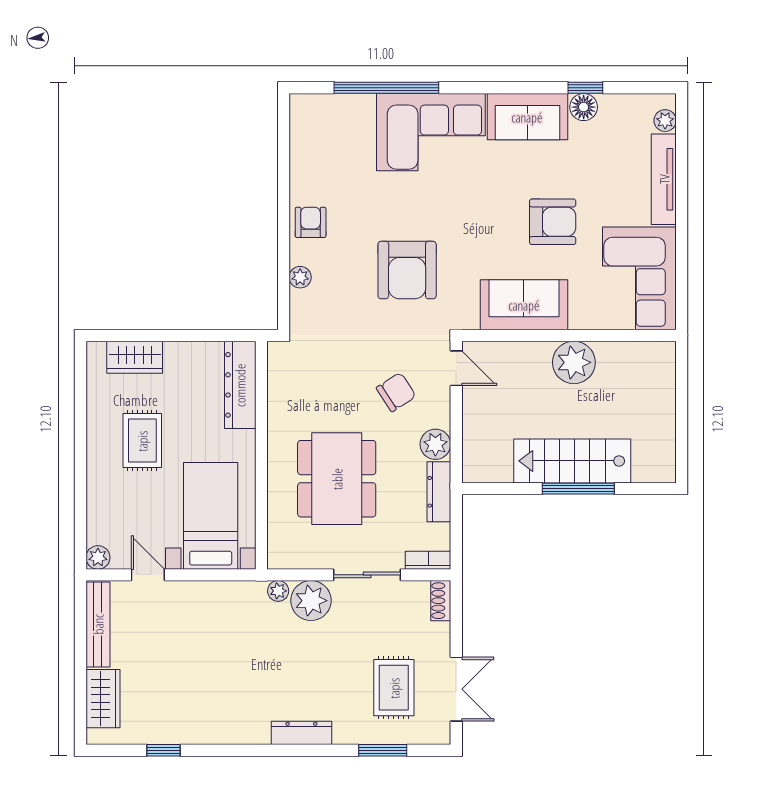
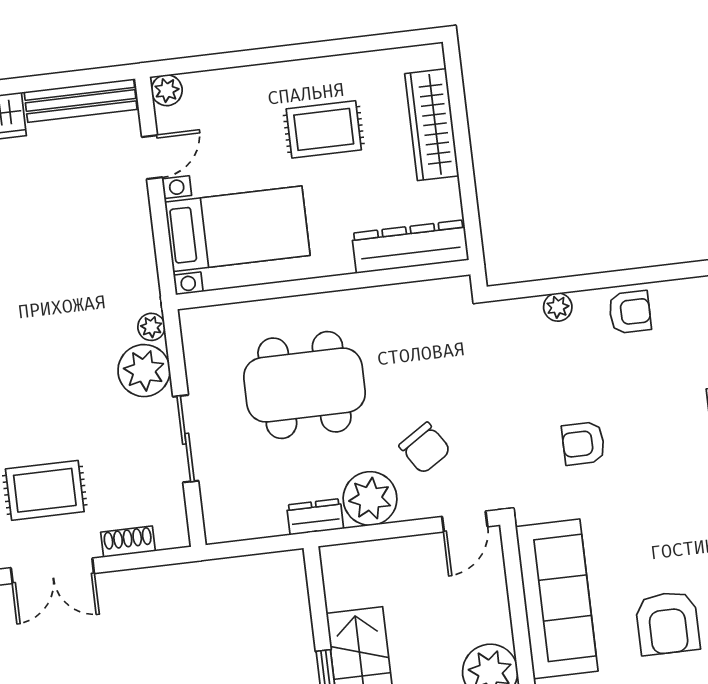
armchair: (407, 270) -> (583, 443), width x0.53, depth x0.53
sofa: (524, 305) -> (557, 599), width x1.36
wardrobe: (135, 357) -> (432, 125), width x1.50
plant: (435, 444) -> (370, 499), width x1.36, depth x1.36
dresser: (439, 492) -> (315, 517), width x0.70
bookcase: (428, 560) -> (214, 515), removed
shoe rack: (441, 601) -> (128, 542), moved

